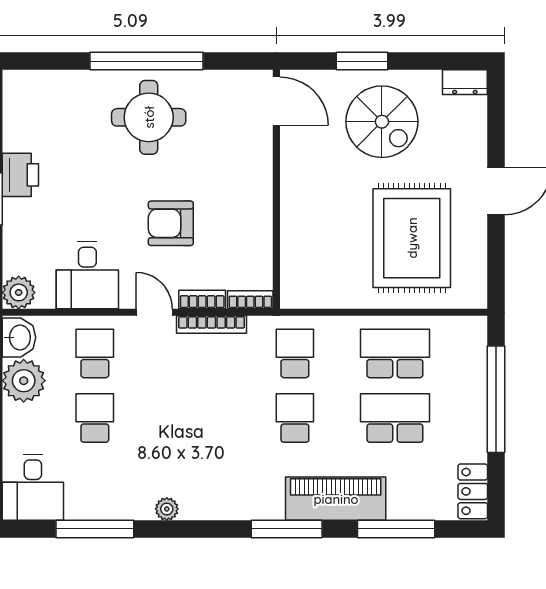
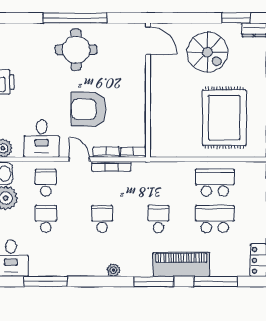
window: (362, 61) -> (236, 18), moved
armchair: (171, 223) -> (89, 109), width x1.36, depth x1.36
school desk: (295, 353) -> (102, 219), moved
plant: (167, 509) -> (113, 270), moved

